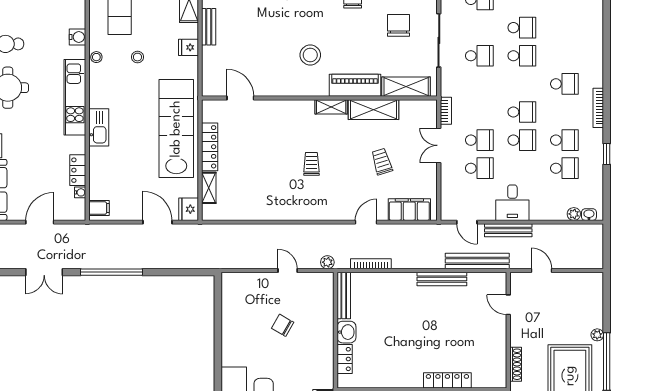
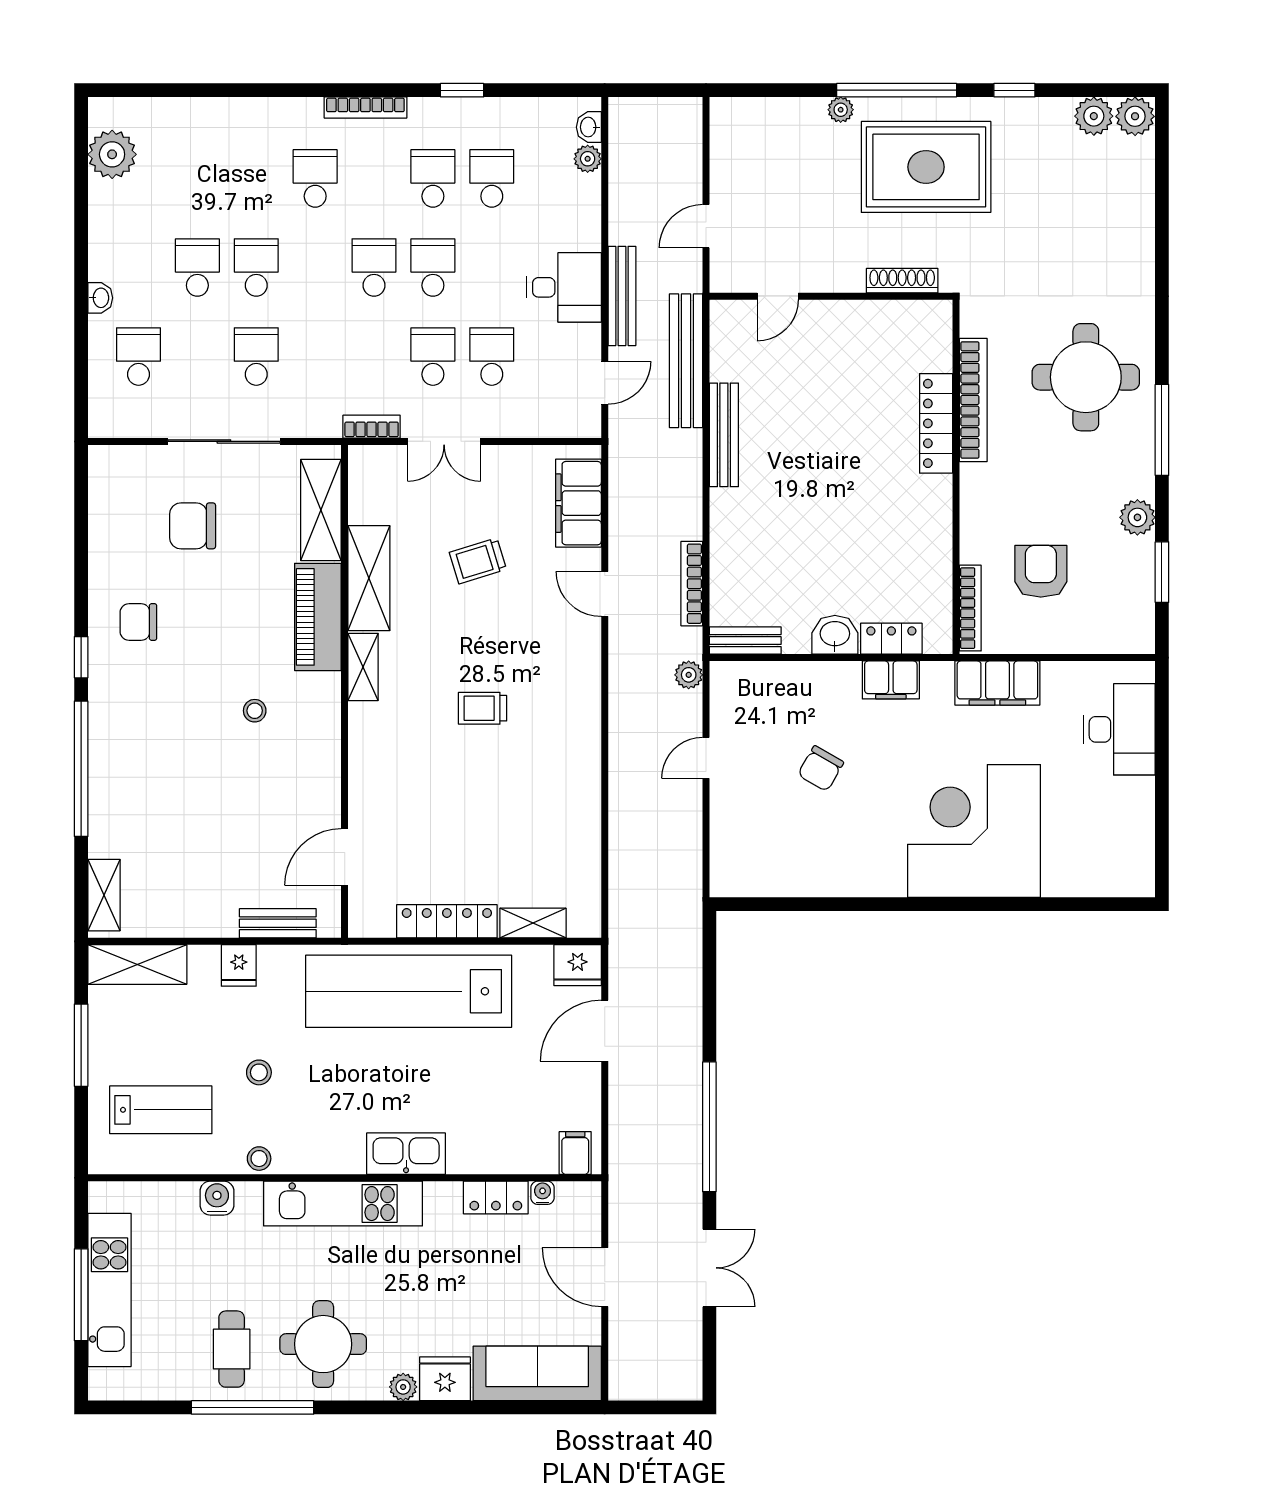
bench: (209, 27) -> (278, 923), moved
stool: (310, 55) -> (255, 711), width x0.53, depth x0.53
bench: (344, 295) -> (745, 641), width x0.73
filing cabinet: (325, 359) -> (891, 680), added

